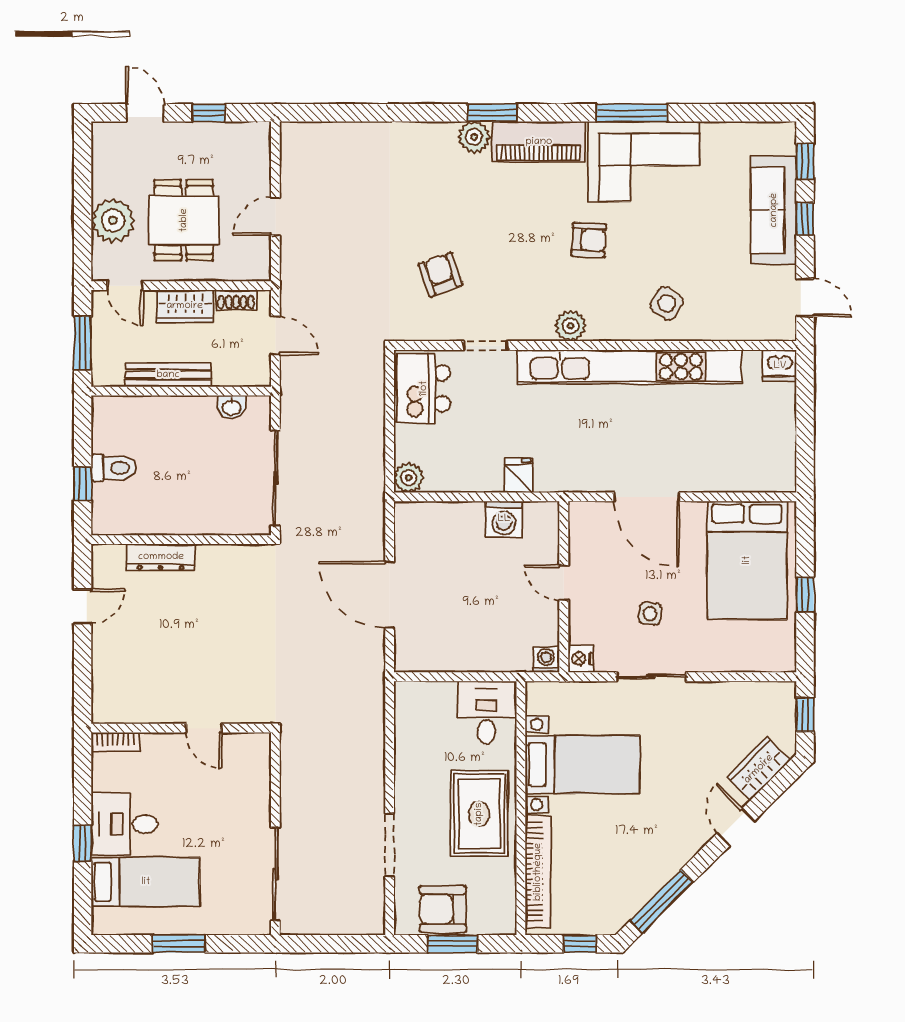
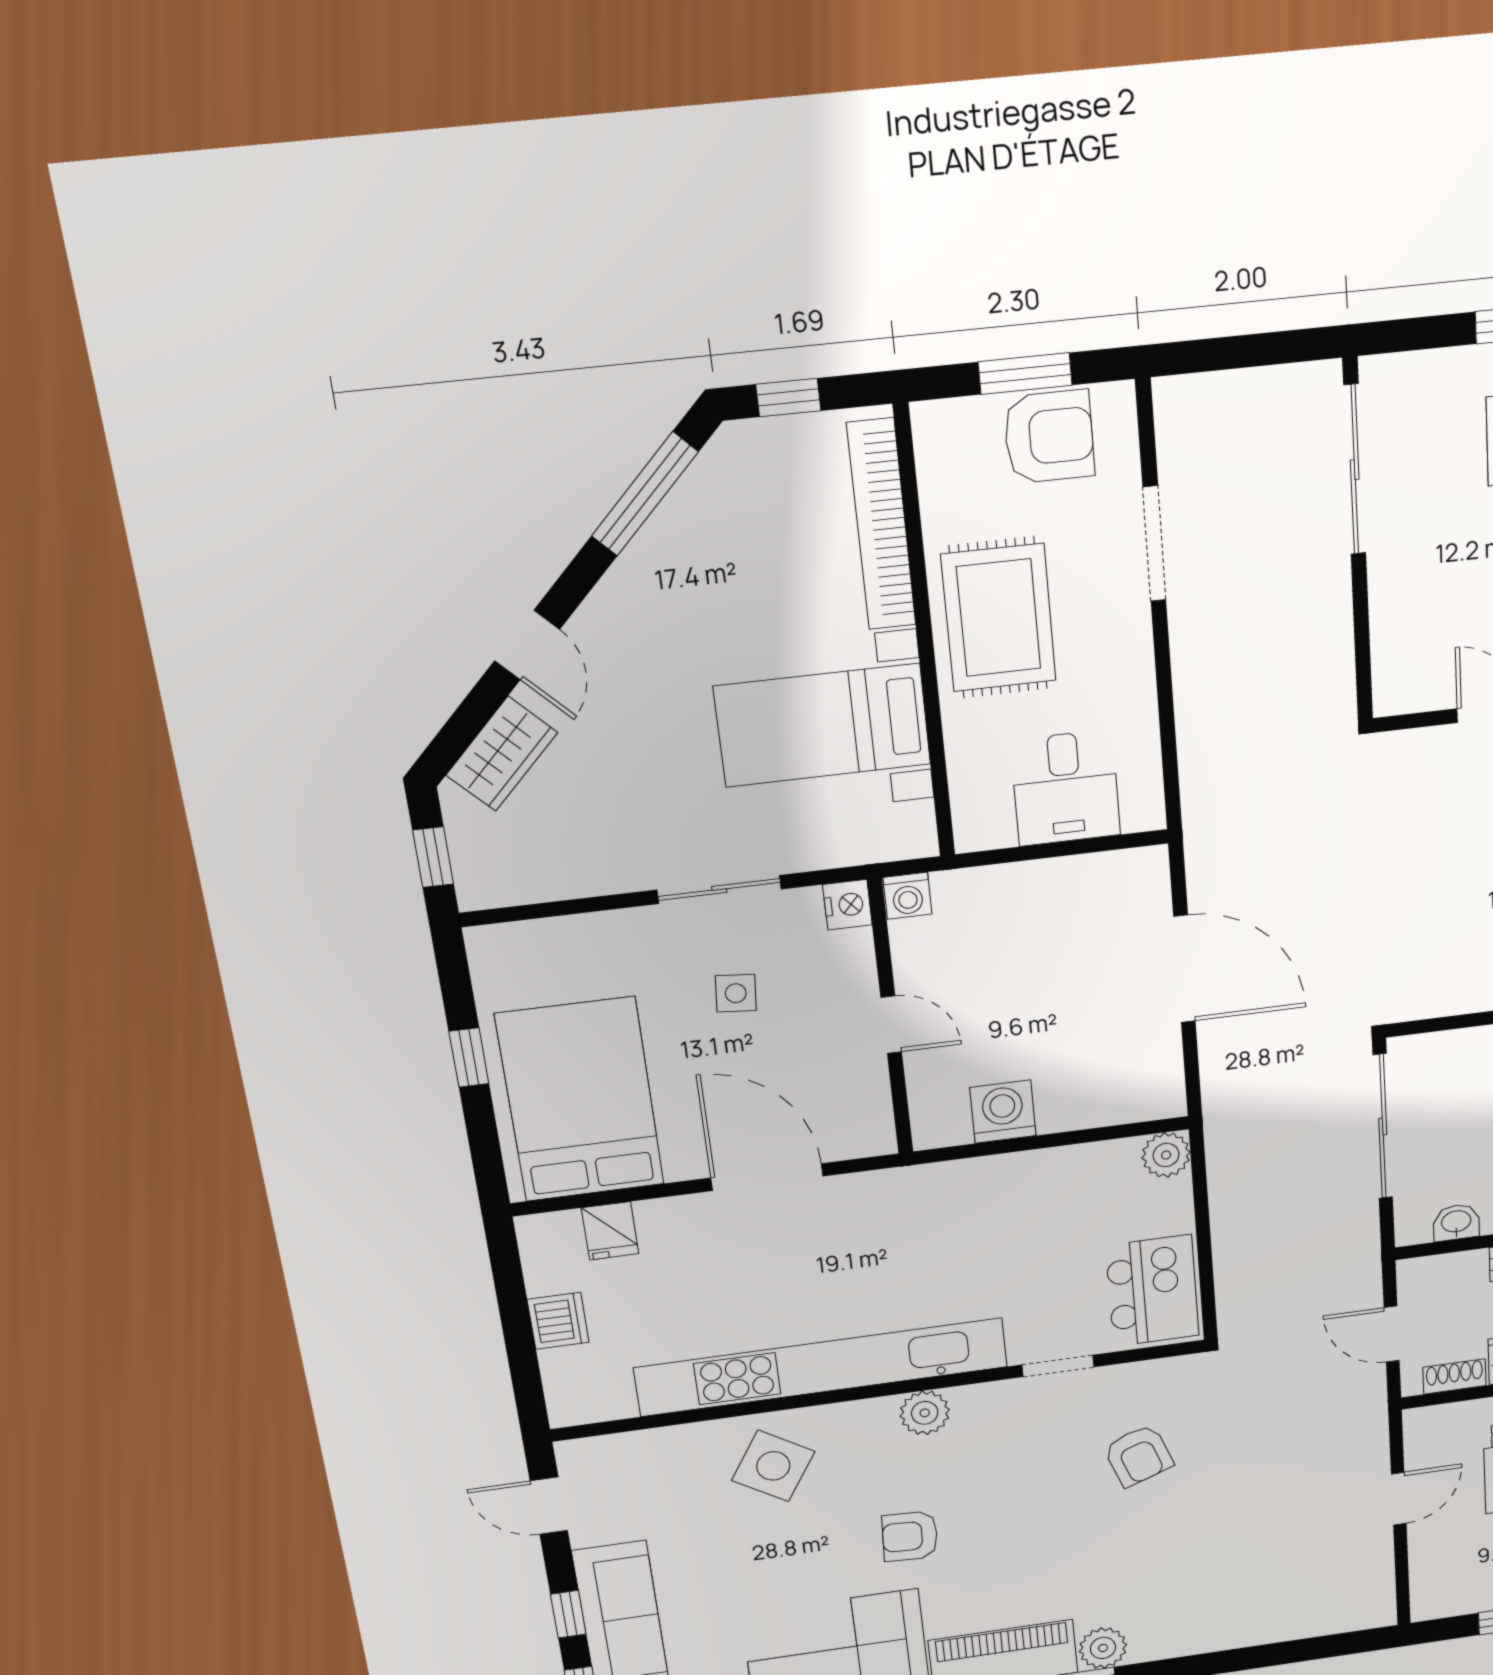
side table: (667, 303) -> (773, 1466), width x1.37, depth x1.37
dishwasher: (780, 366) -> (558, 1321), moved, turned 90
fridge: (519, 475) -> (610, 1231), moved
desk: (486, 712) -> (1066, 788), moved

